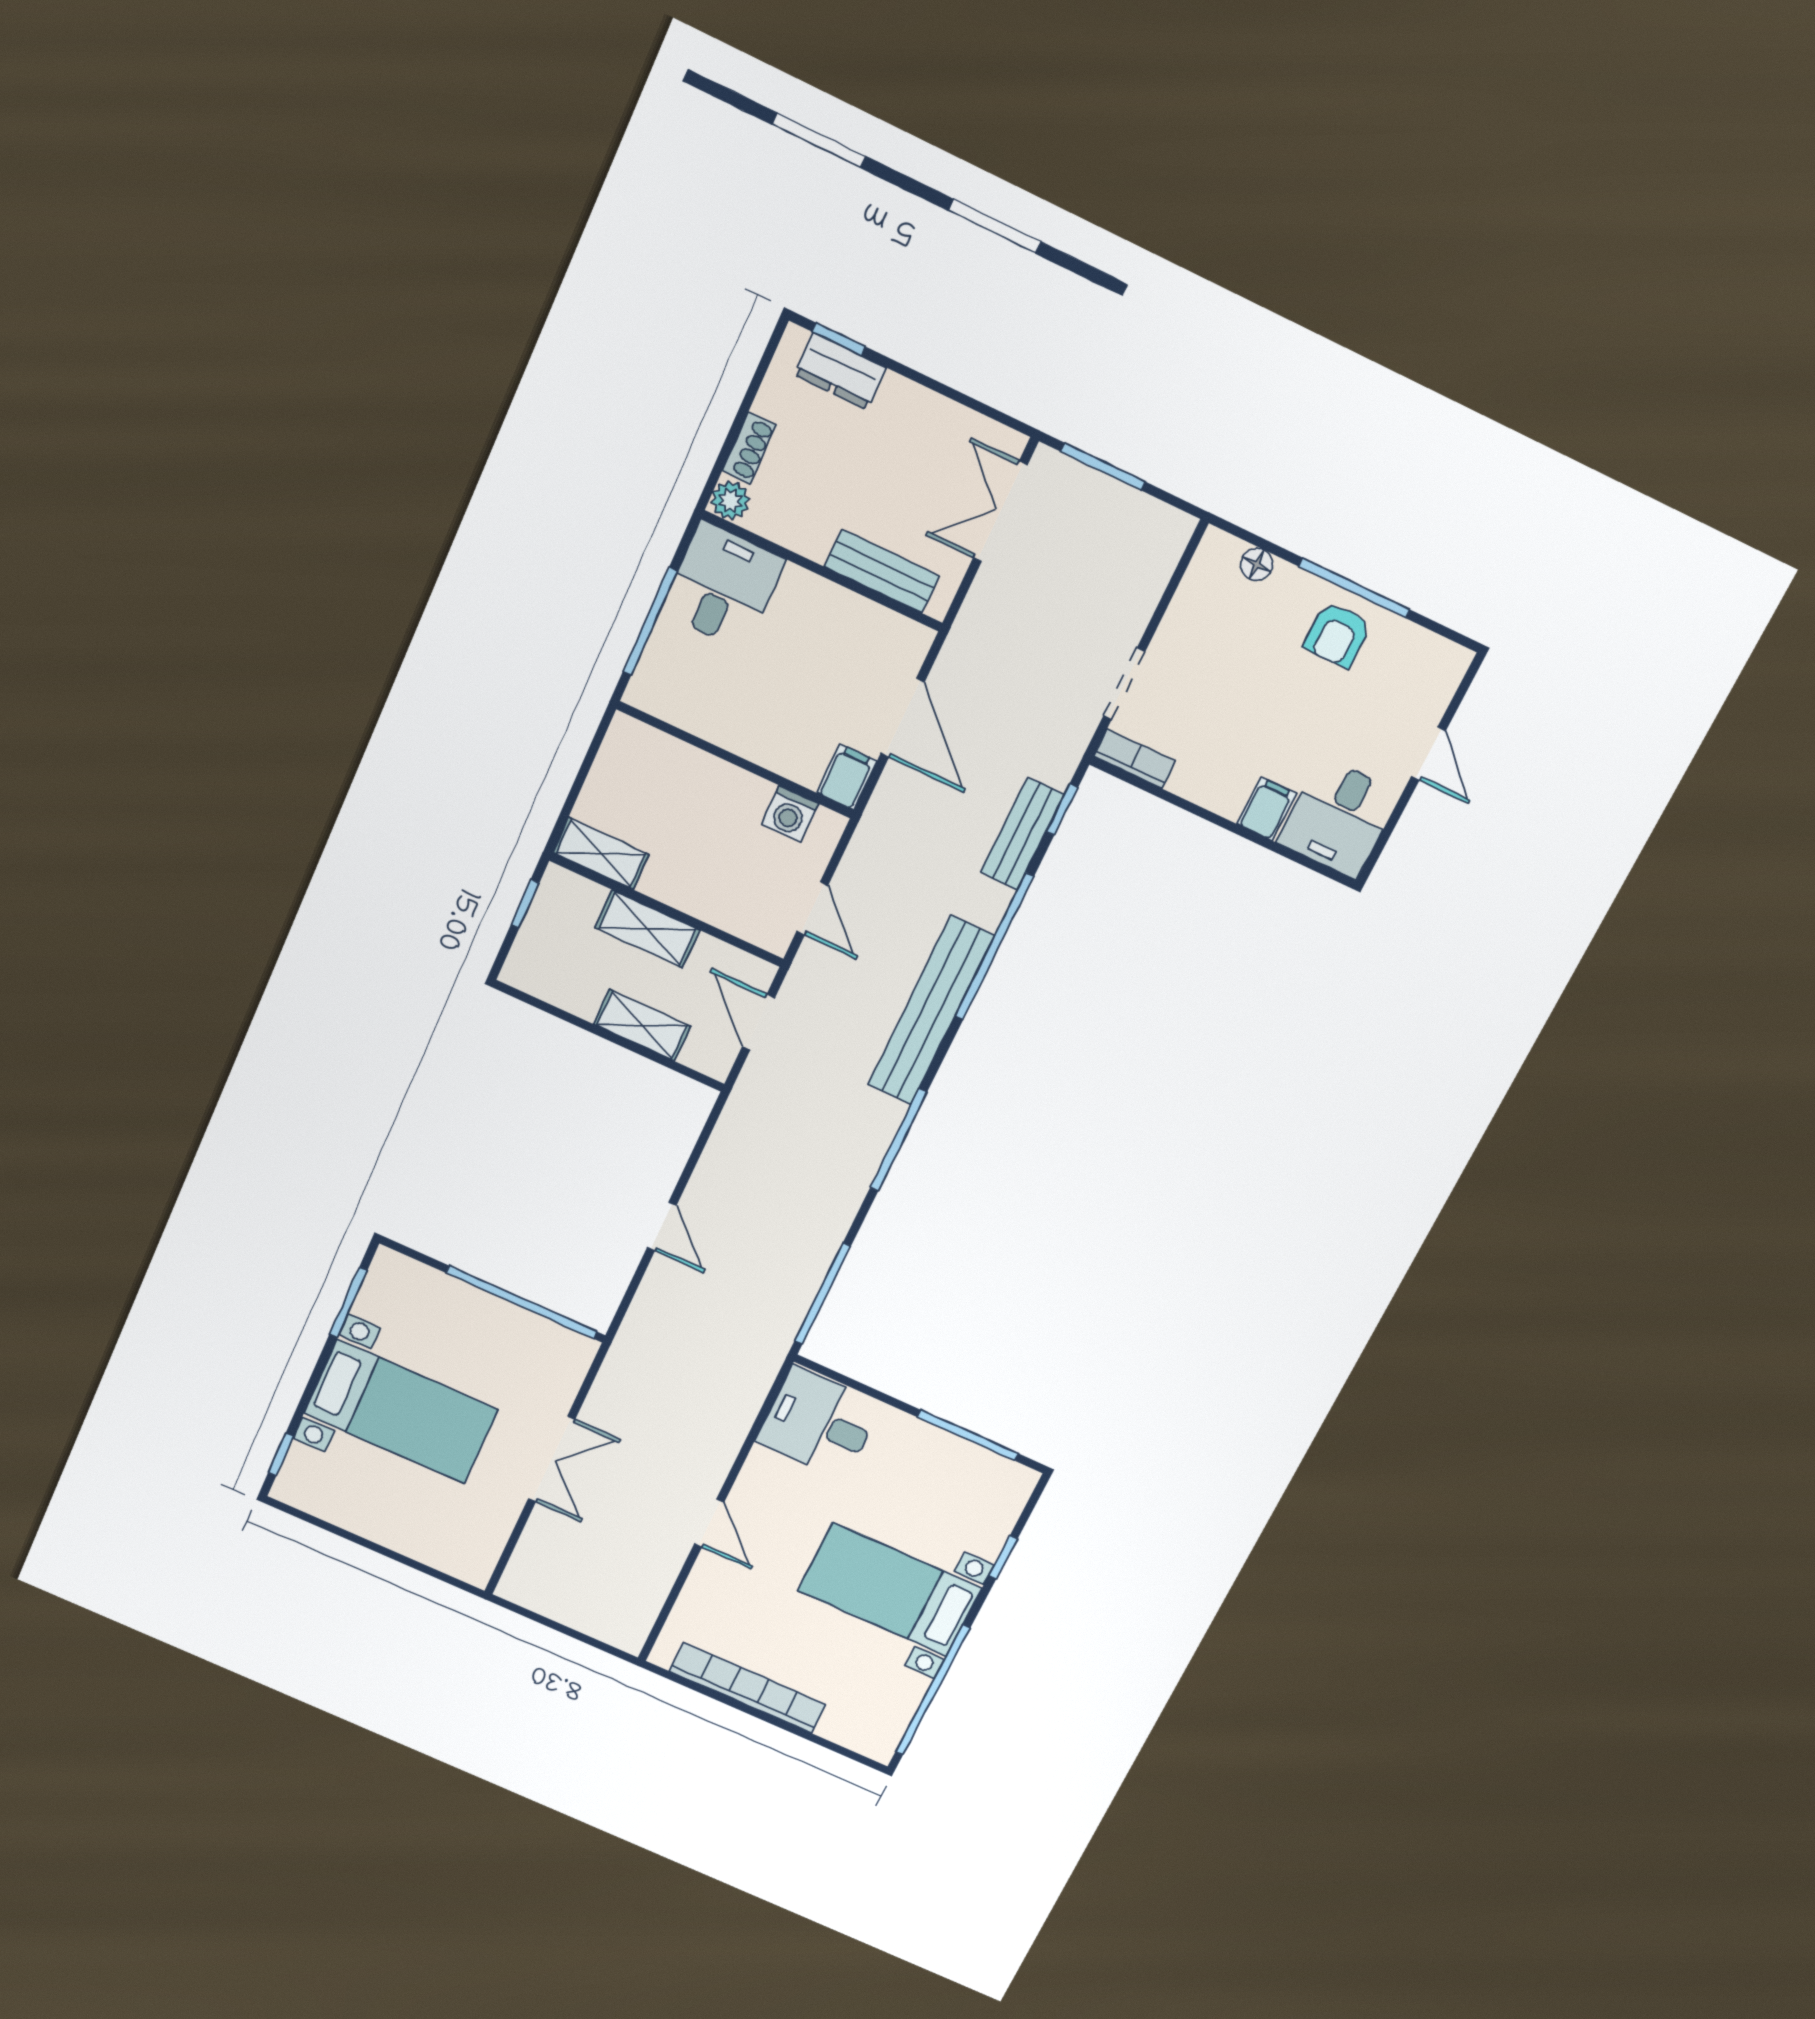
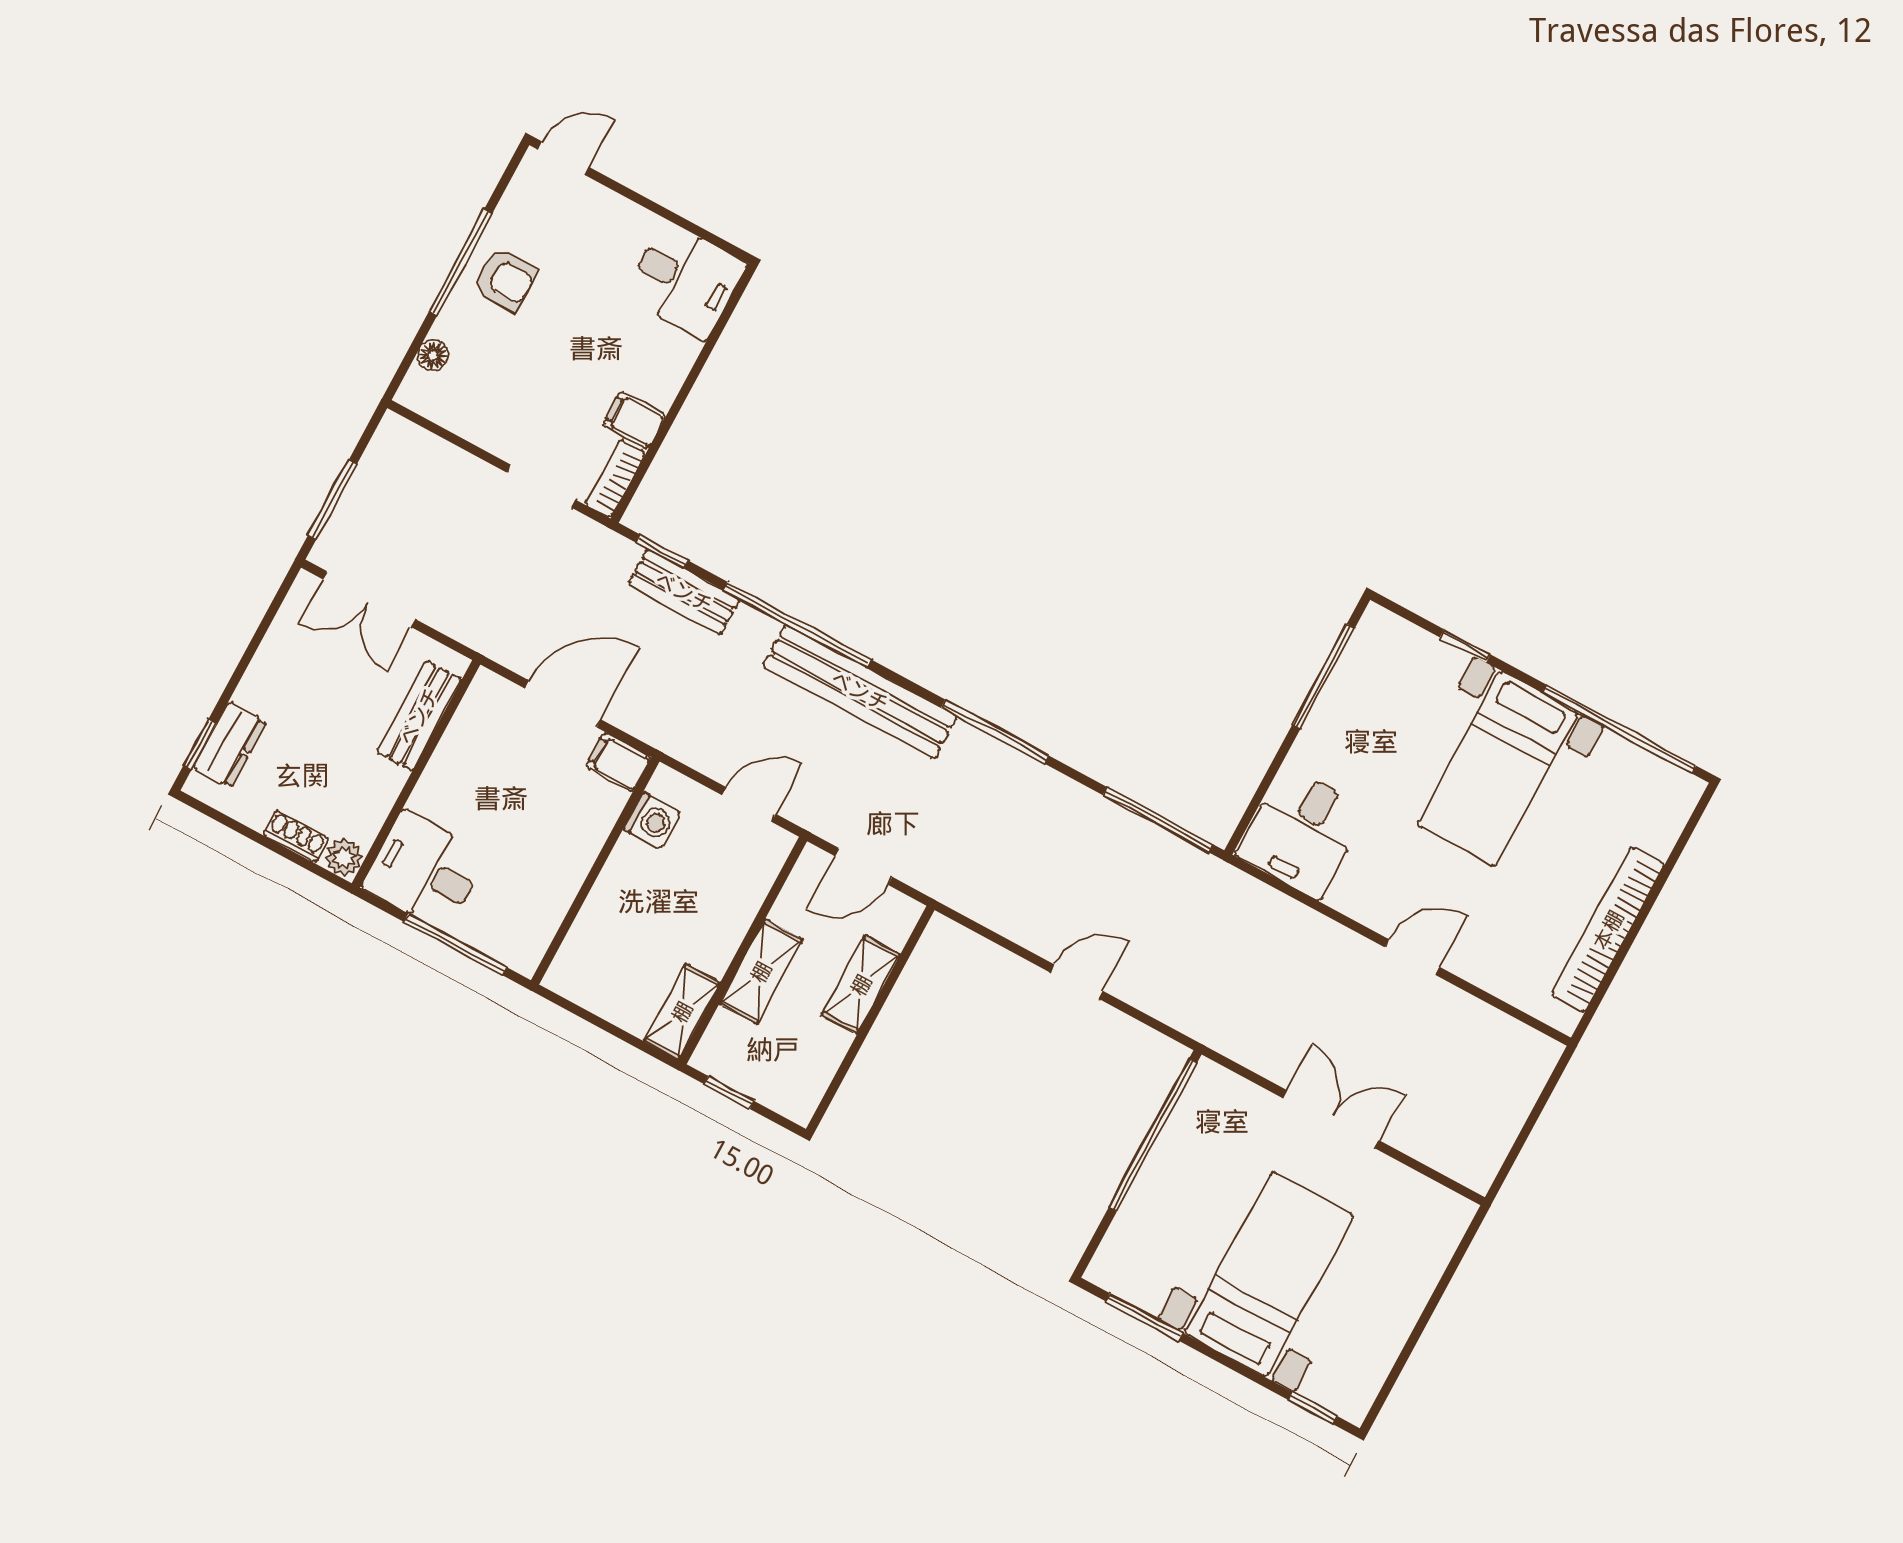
door: (1428, 754) -> (563, 158), moved
filing cabinet: (1267, 809) -> (634, 420), moved

